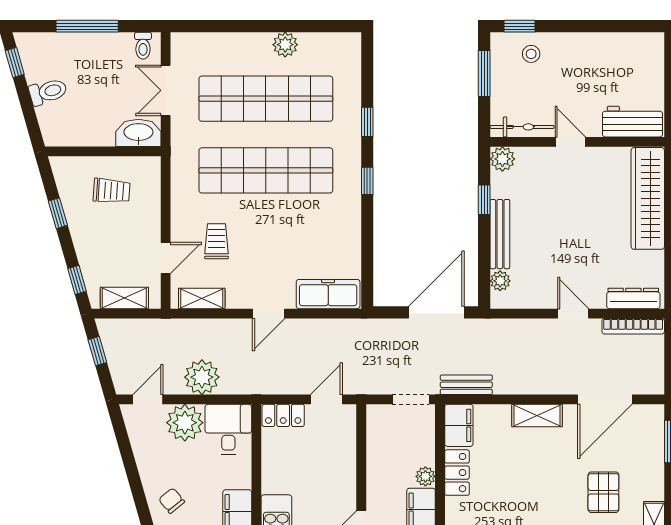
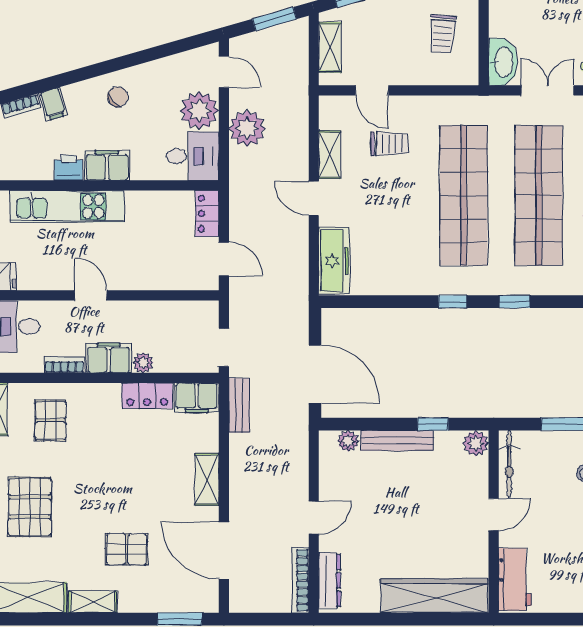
shelving: (202, 298) -> (330, 155), moved
window: (97, 351) -> (274, 19), width x1.50

